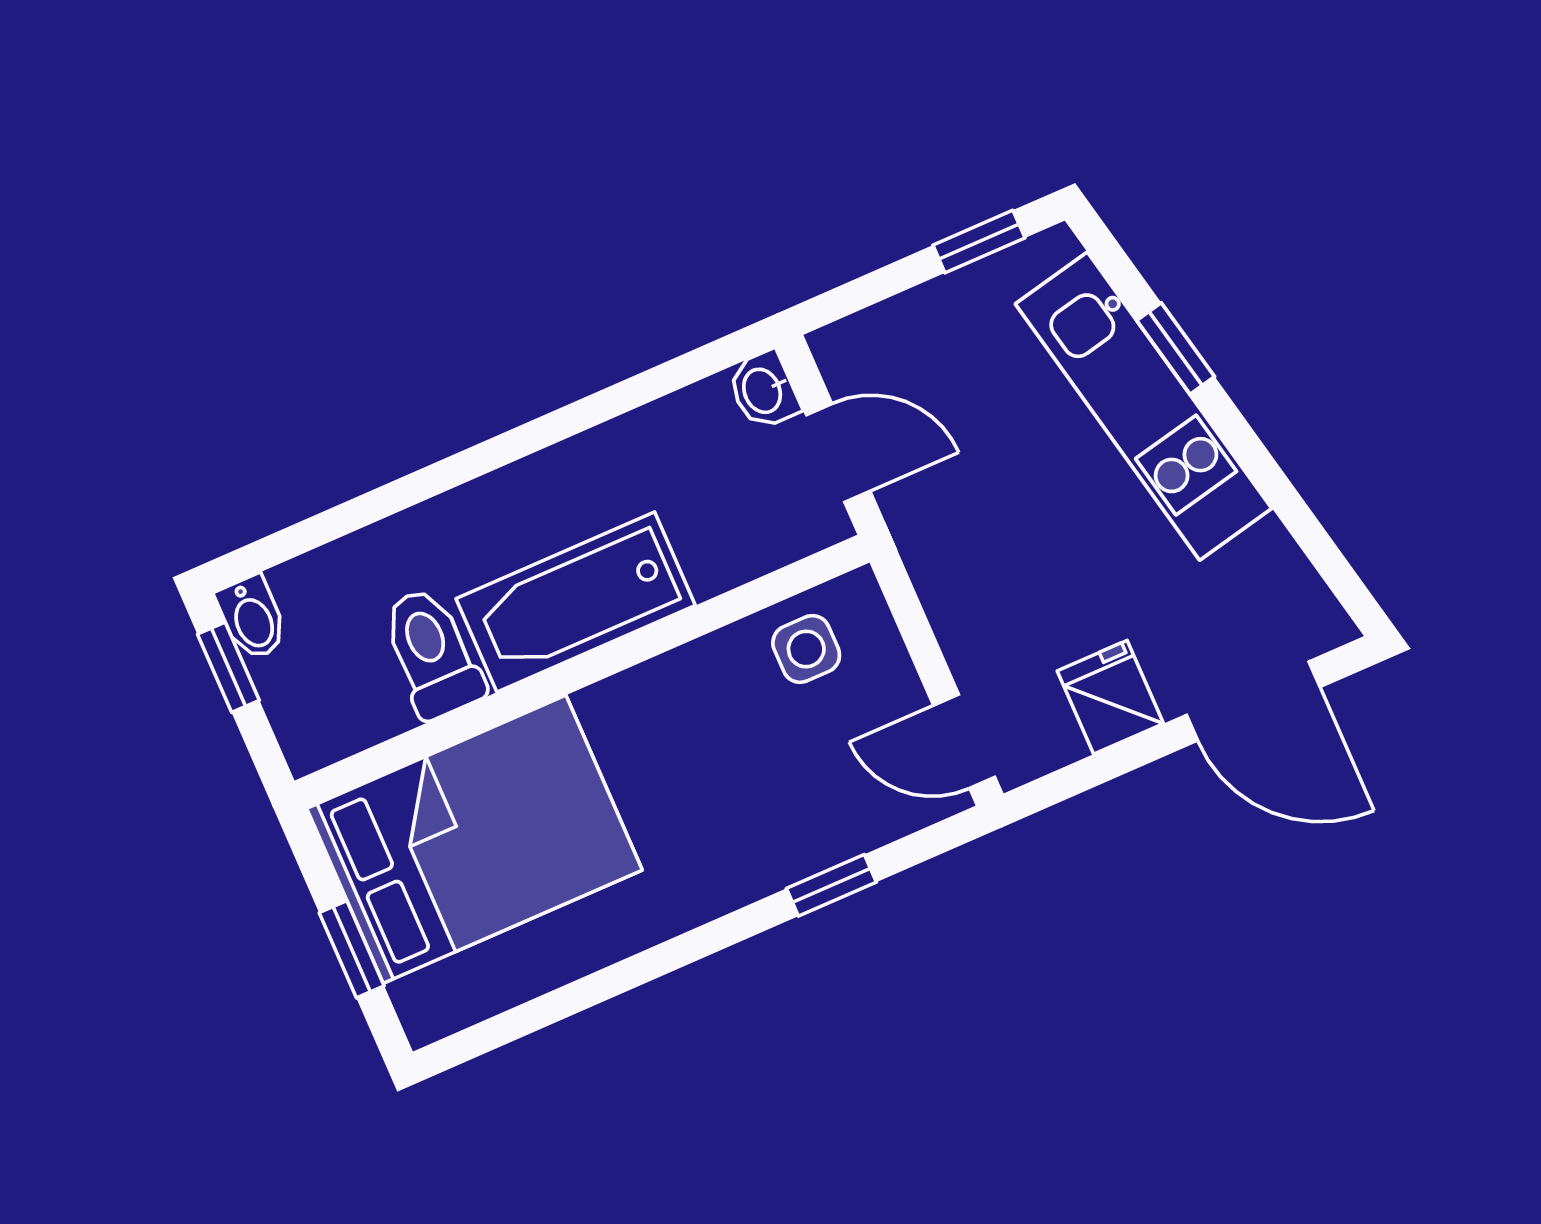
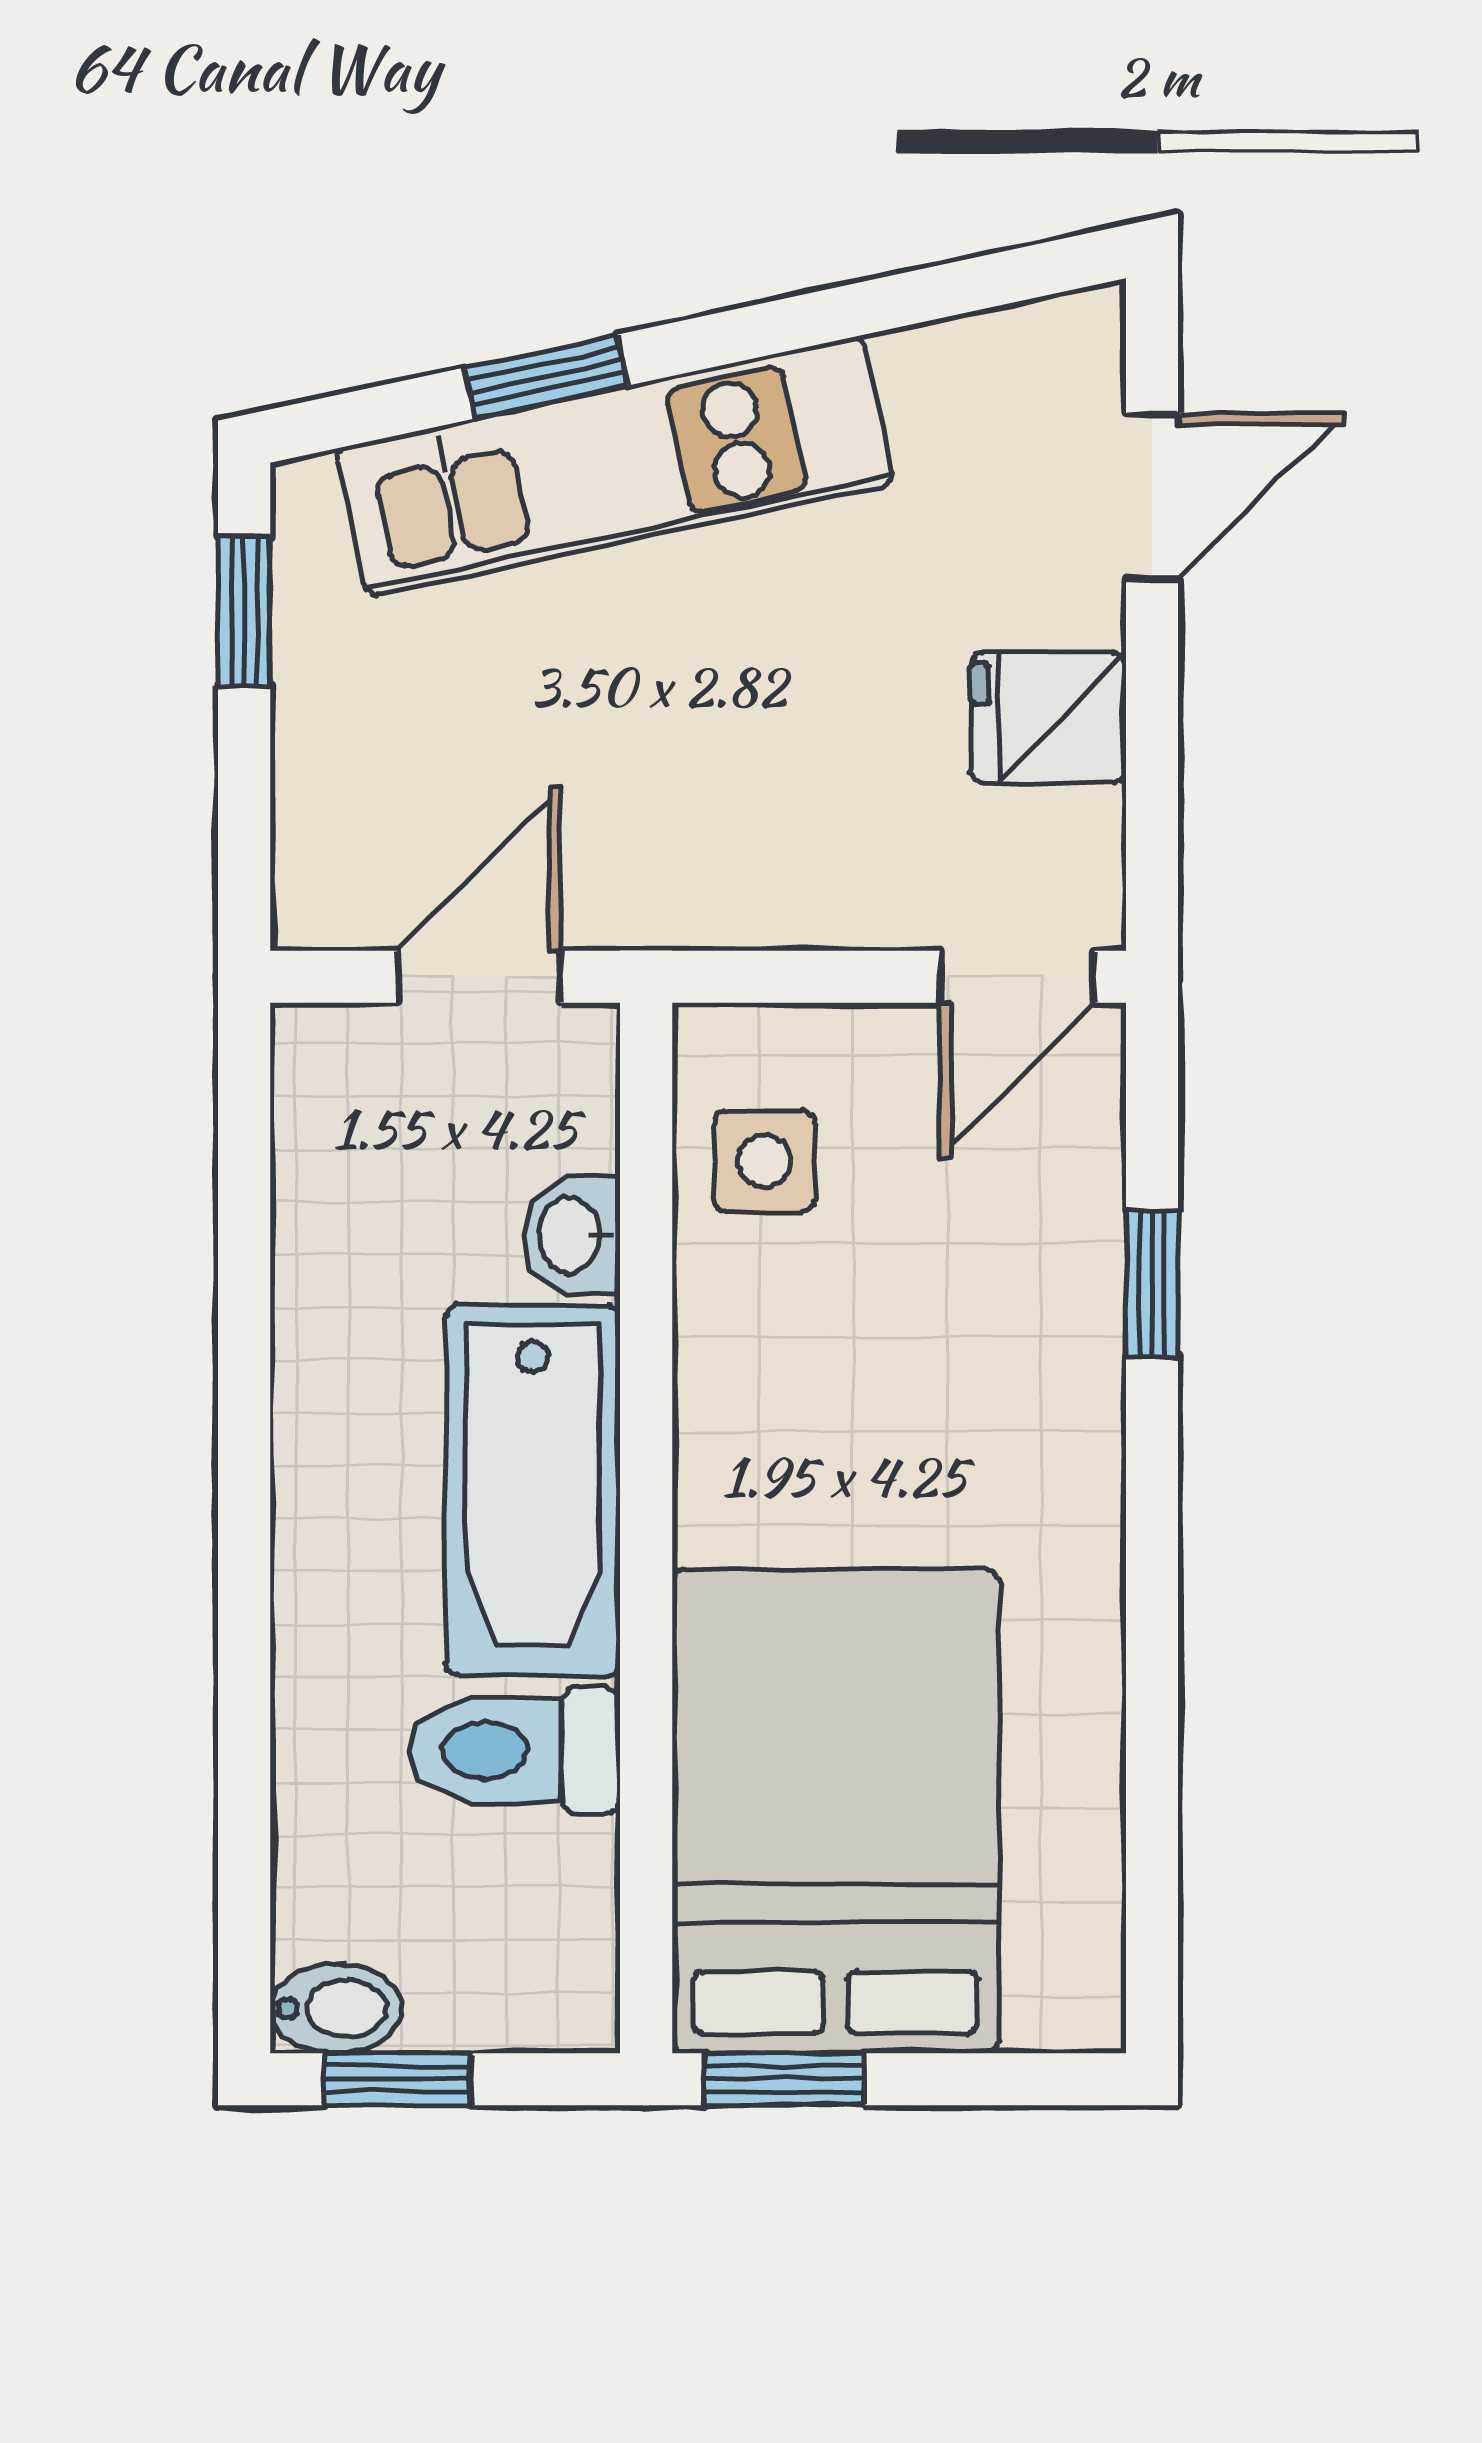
washbasin: (764, 390) -> (572, 1235), moved, turned 90
door: (1253, 701) -> (1152, 496), width x0.73
window: (352, 949) -> (784, 2079), moved

